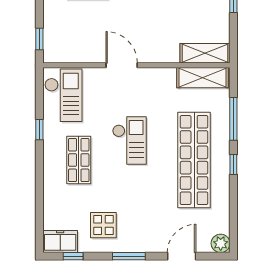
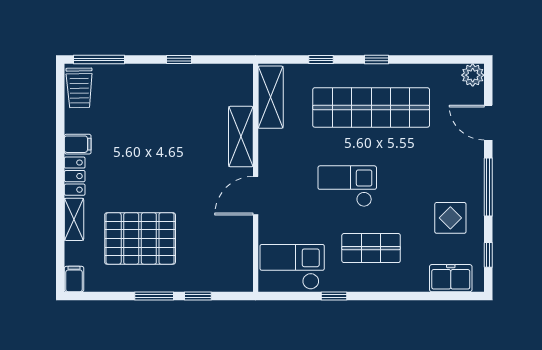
window: (39, 39) -> (198, 296), moved
shelving: (205, 53) -> (241, 137), moved
window: (233, 119) -> (321, 60), width x0.46
freezer: (60, 242) -> (451, 278), moved, turned 90
window: (129, 256) -> (488, 187), width x1.44

